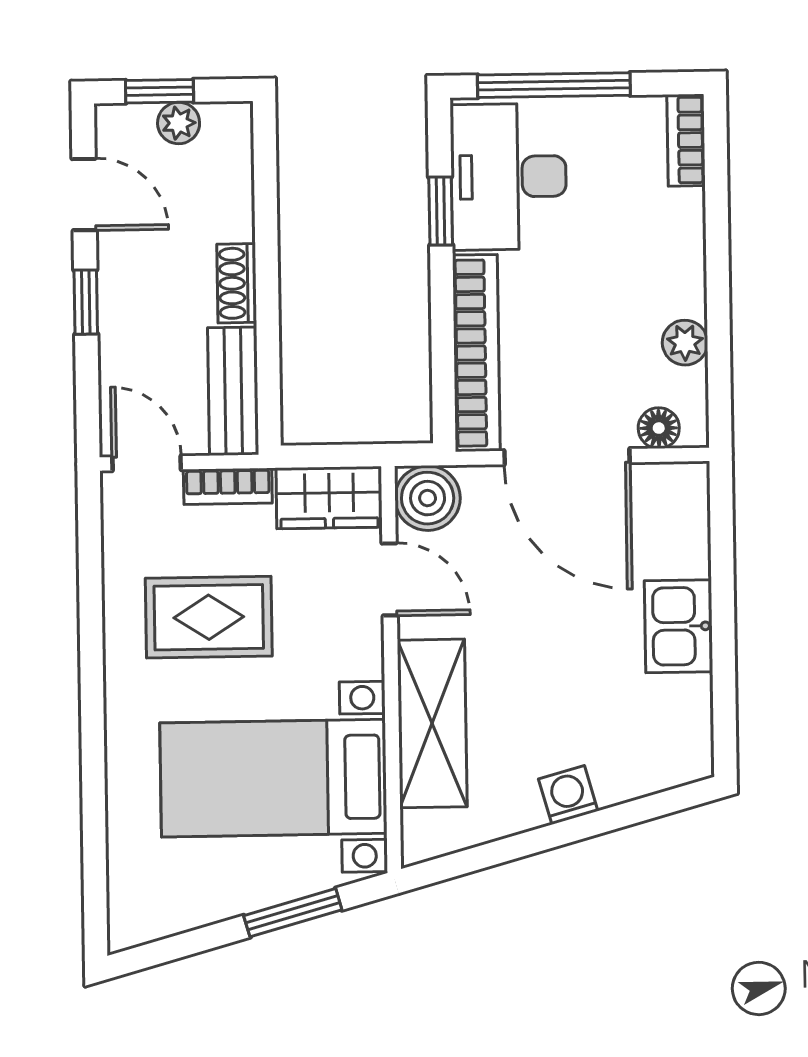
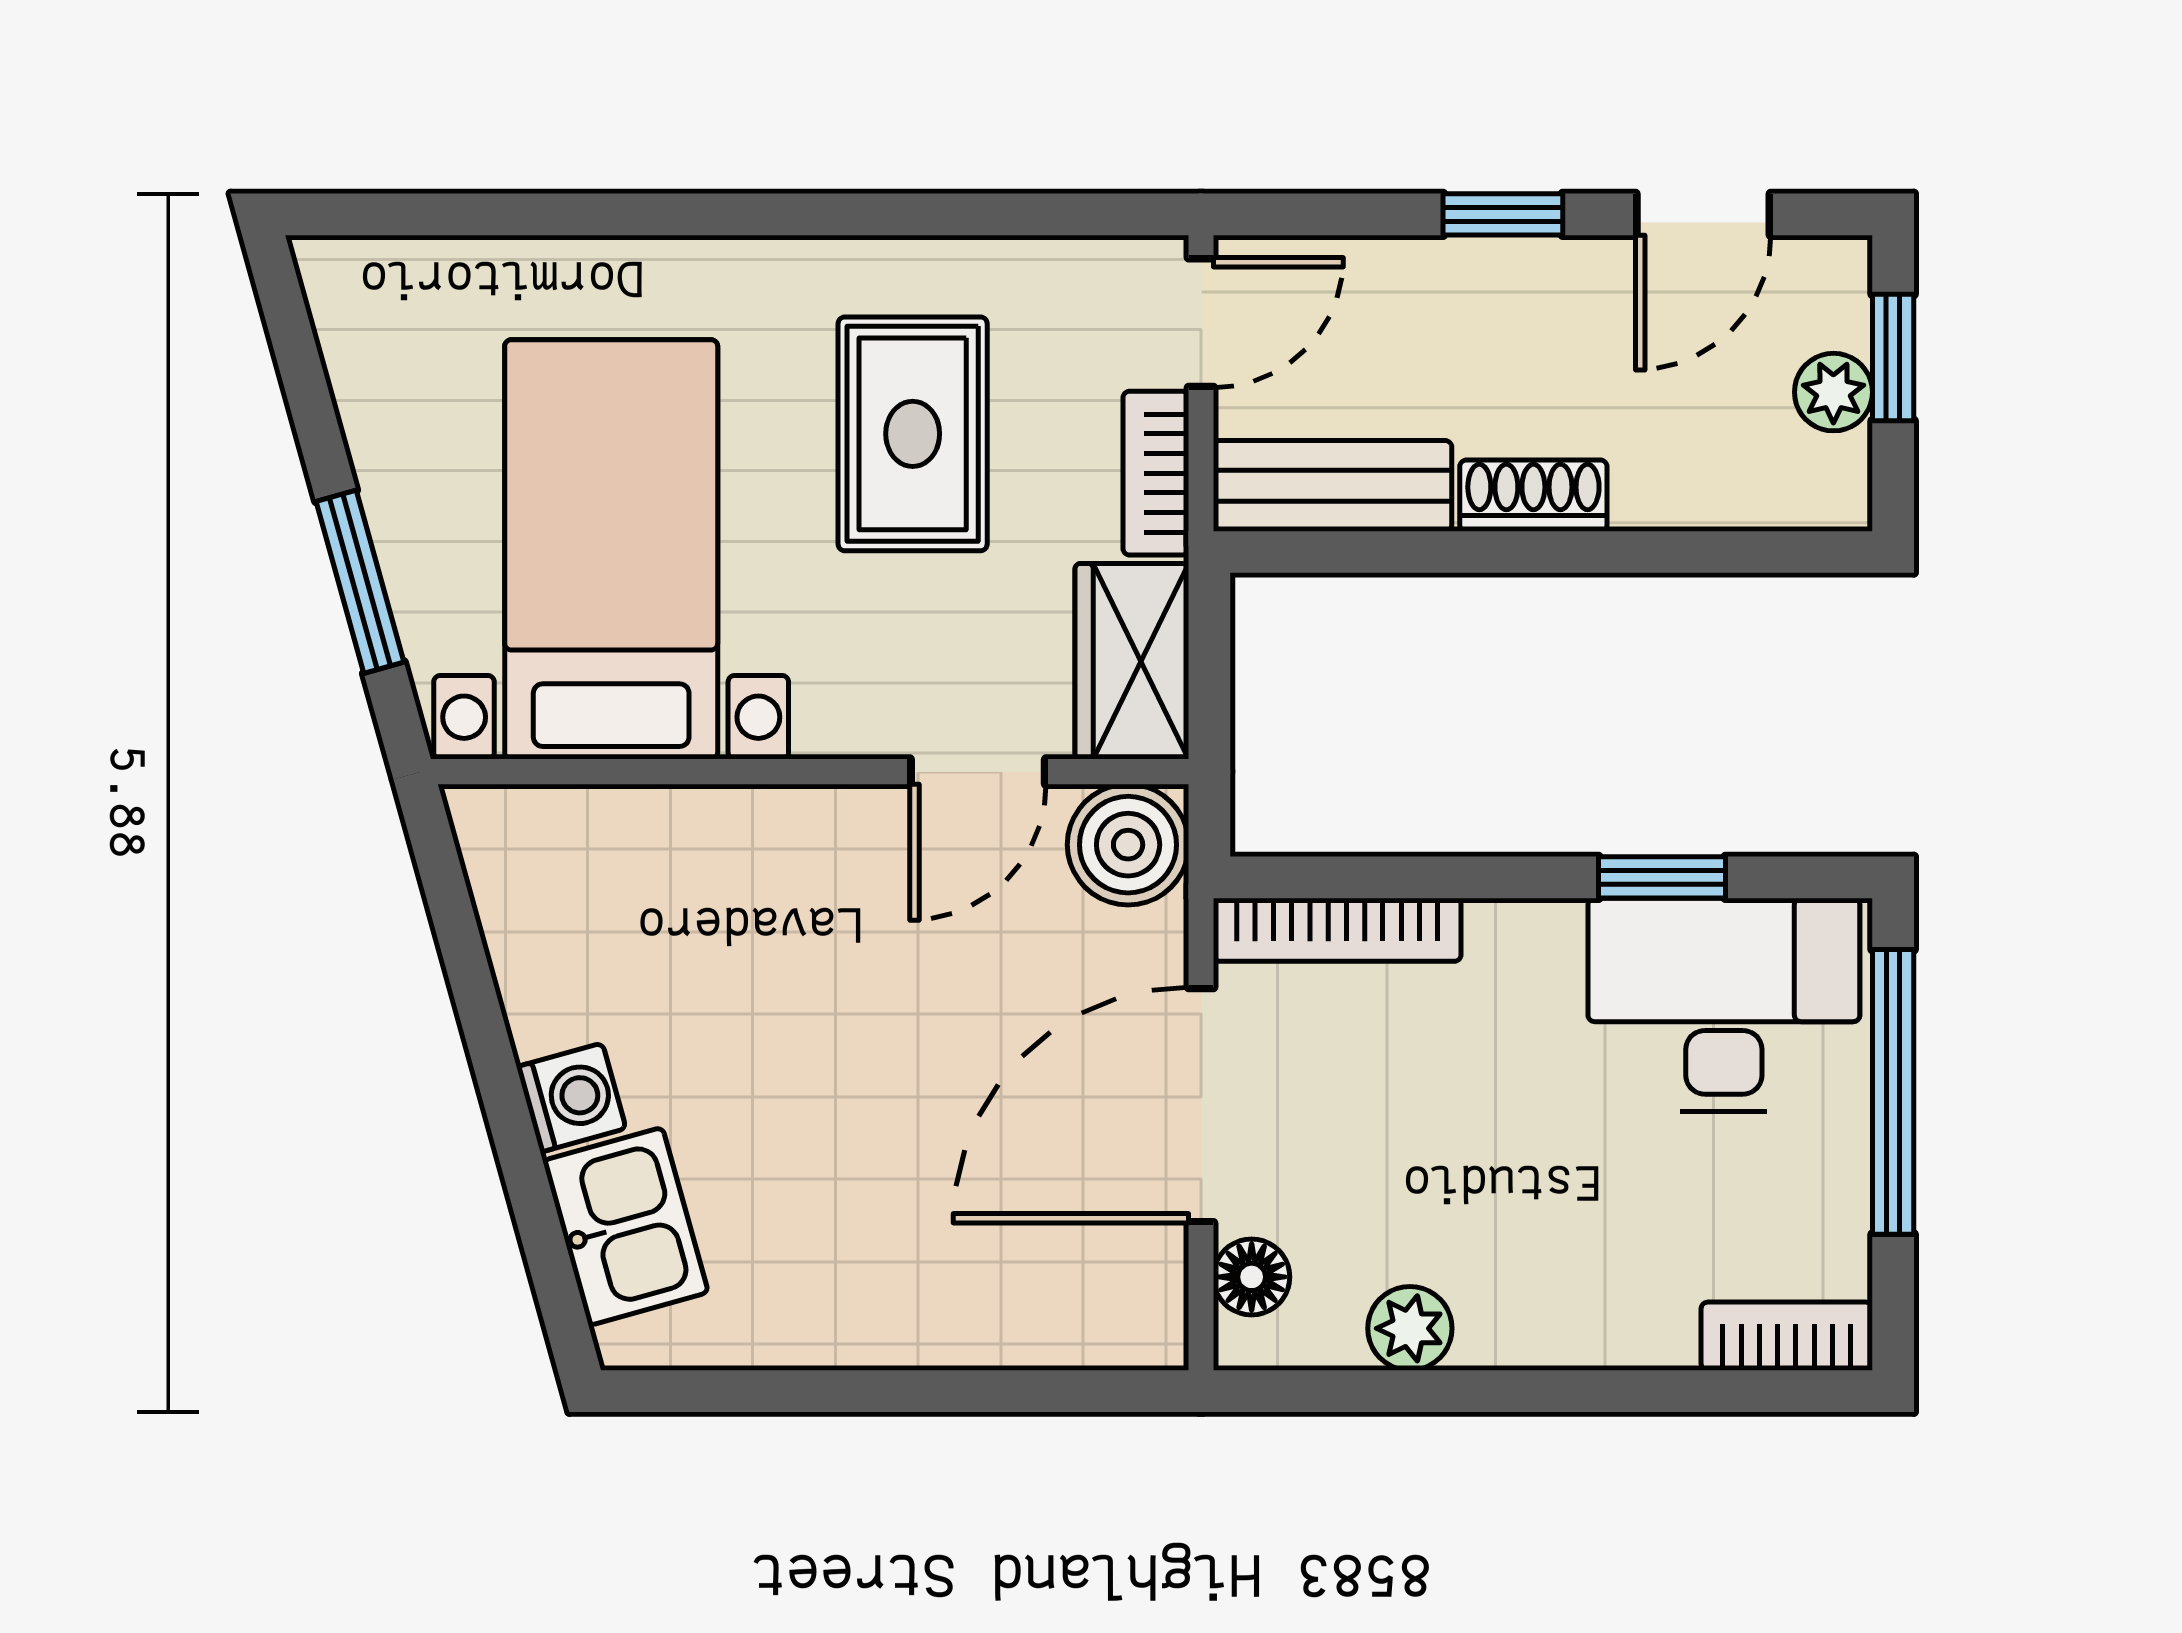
bookcase: (476, 353) -> (1337, 930), width x0.68, depth x0.76
kitchen sink: (679, 626) -> (626, 1226), moved, turned 74
shelving: (432, 723) -> (708, 847), removed

